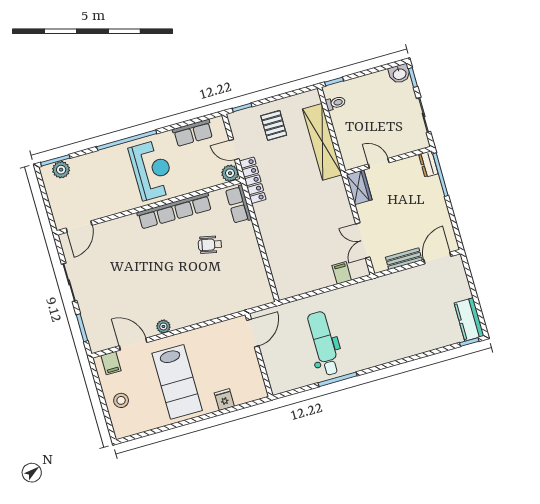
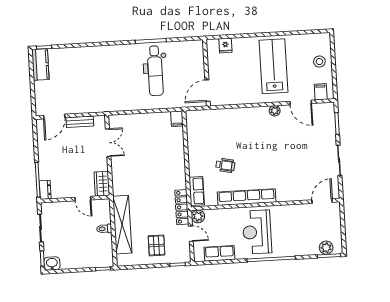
toilet: (336, 103) -> (104, 229), moved
filing cabinet: (342, 273) -> (177, 119), moved
fridge: (224, 400) -> (225, 46), moved

